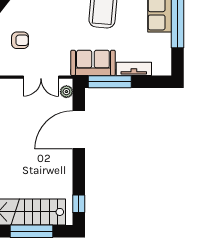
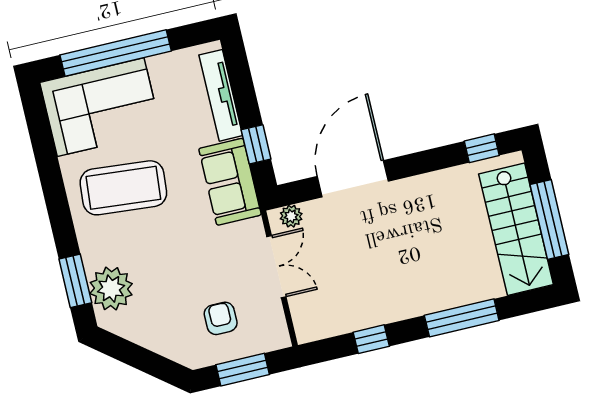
tv unit: (134, 69) -> (221, 95), width x1.41
window: (110, 82) -> (256, 144), width x0.46
door: (79, 130) -> (353, 179), swing flipped

